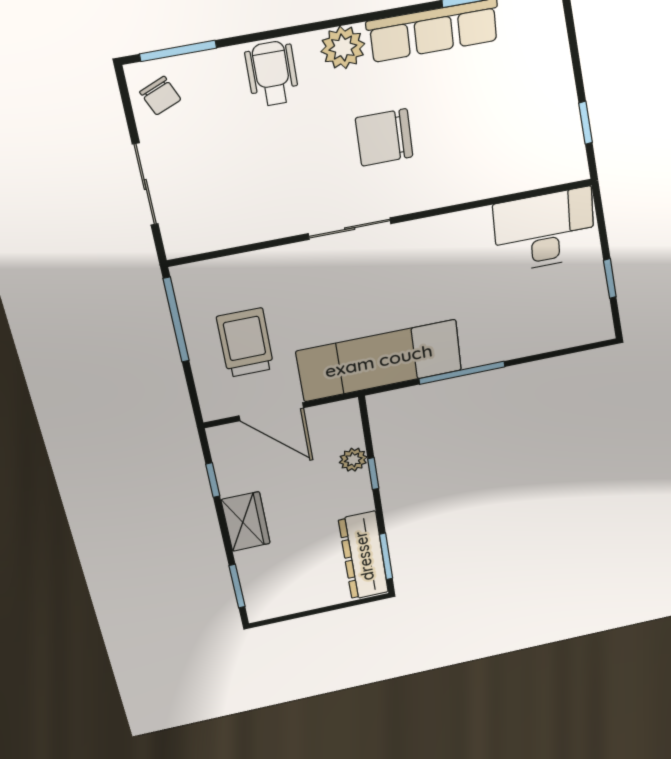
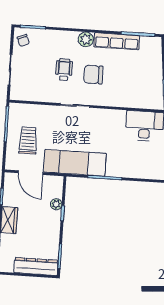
wheelchair: (272, 74) -> (64, 70), moved
dresser: (364, 556) -> (36, 266), moved, turned 90

